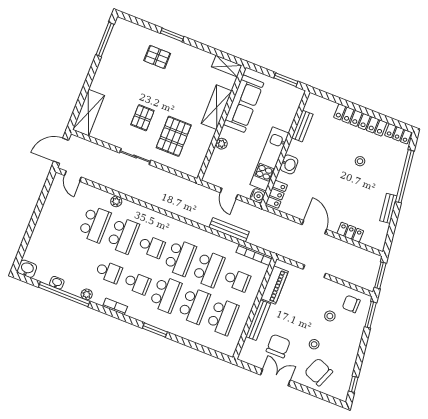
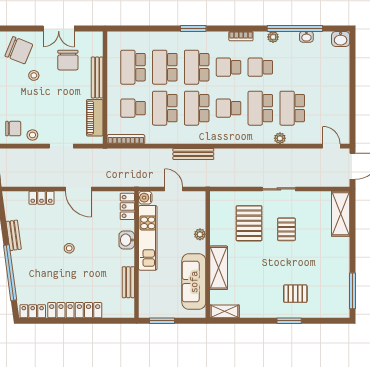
stool: (360, 161) -> (69, 248), moved
bench: (229, 230) -> (193, 154), moved
stool: (330, 316) -> (32, 135), moved

